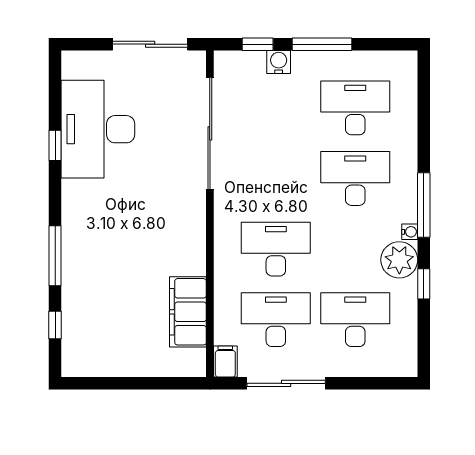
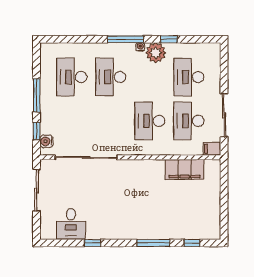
water cooler: (279, 62) -> (46, 141), moved
desk: (98, 129) -> (71, 224), width x0.53, depth x0.77

